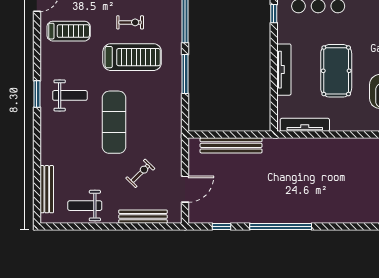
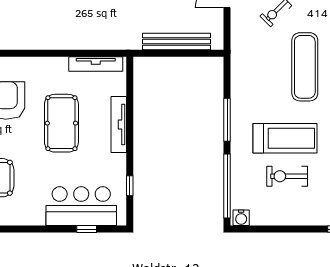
exercise bike: (130, 22) -> (287, 176), width x1.38, depth x1.39
treadmill: (132, 57) -> (285, 138), turned 180

